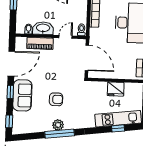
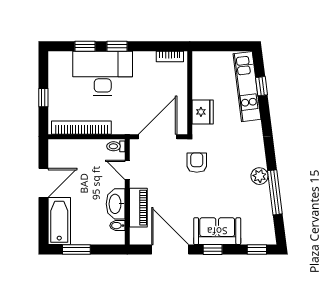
fridge: (116, 89) -> (203, 112), moved
armchair: (56, 99) -> (197, 163), moved
window: (60, 134) -> (275, 192), moved

